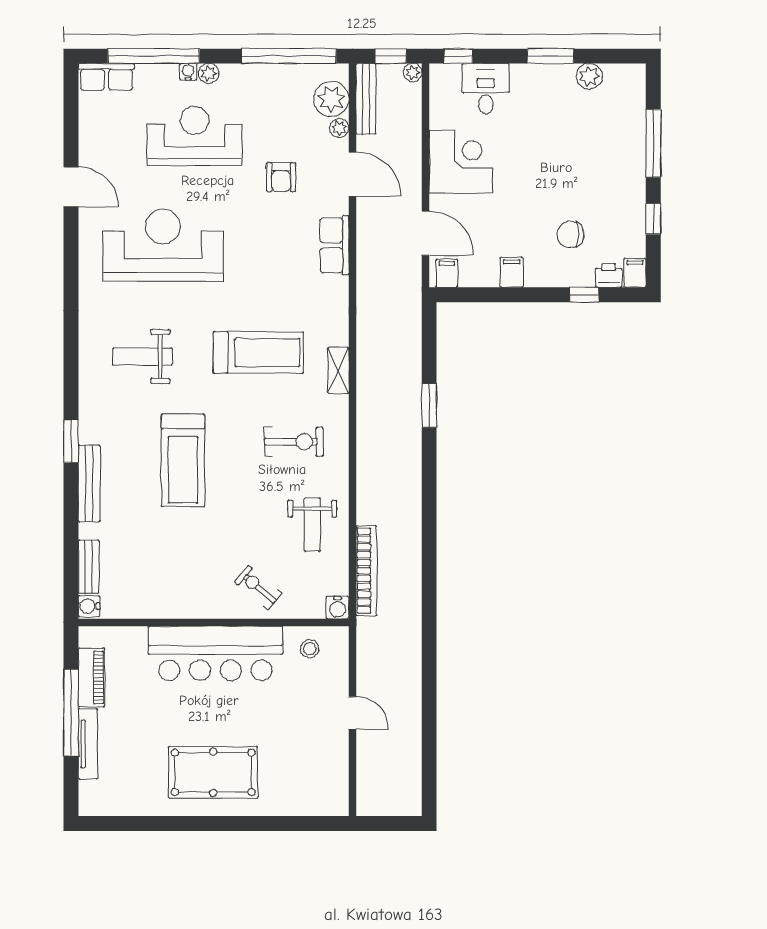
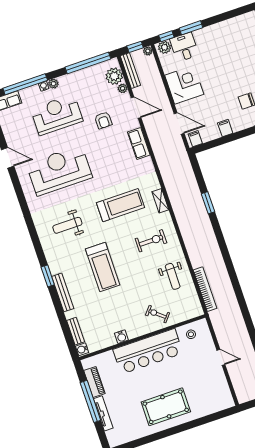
window: (550, 56) -> (191, 28), moved
plant: (589, 76) -> (164, 47), moved
water cooler: (337, 608) -> (121, 337), moved

